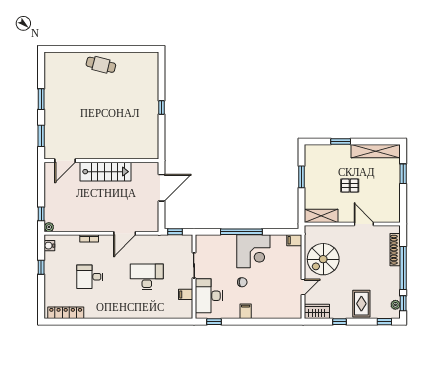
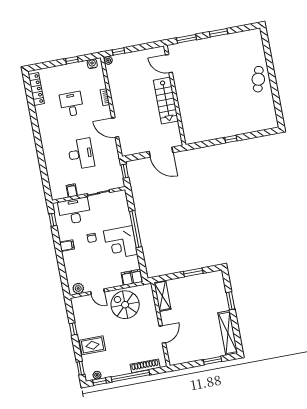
pallet: (350, 186) -> (194, 316), removed
filing cabinet: (294, 240) -> (132, 277), width x2.00
plant: (295, 308) -> (78, 288), added
wardrobe: (317, 311) -> (78, 308), removed

